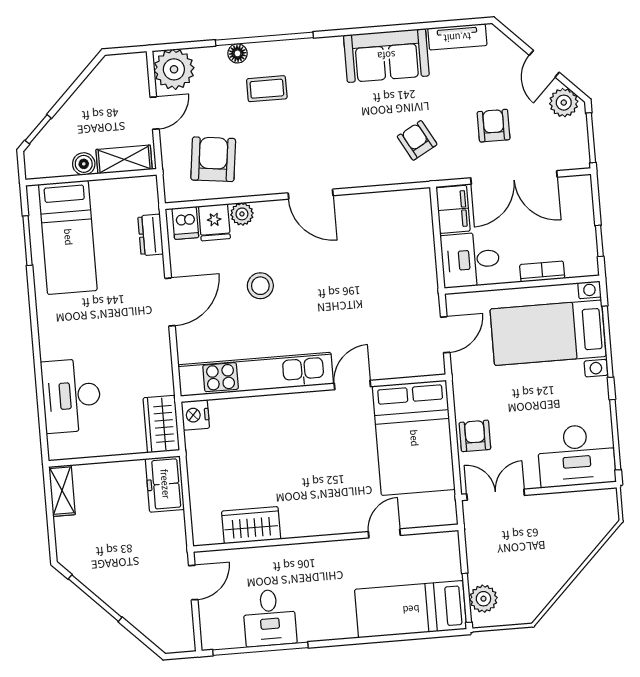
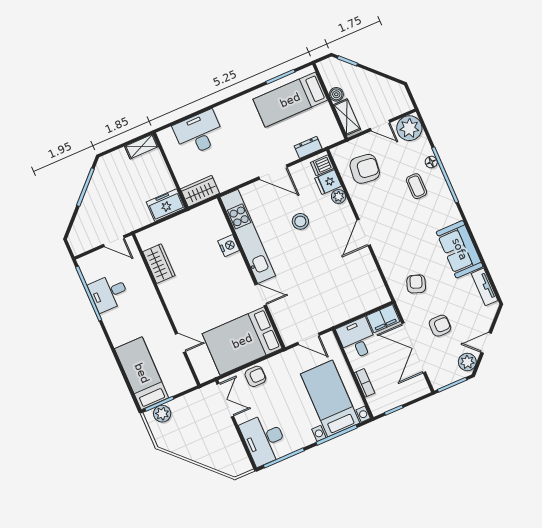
armchair: (417, 140) -> (416, 284), turned -42
nightstand: (195, 415) -> (229, 246), moved, turned 90

